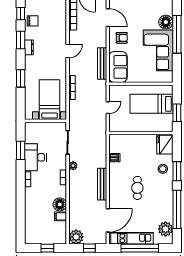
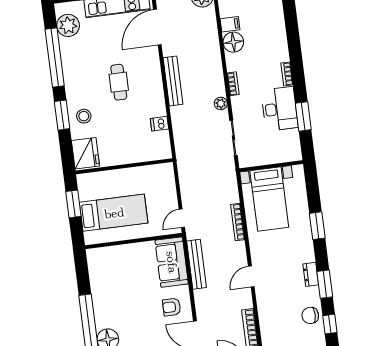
corner sofa: (158, 50) -> (114, 295), removed
door: (108, 108) -> (182, 218), moved

